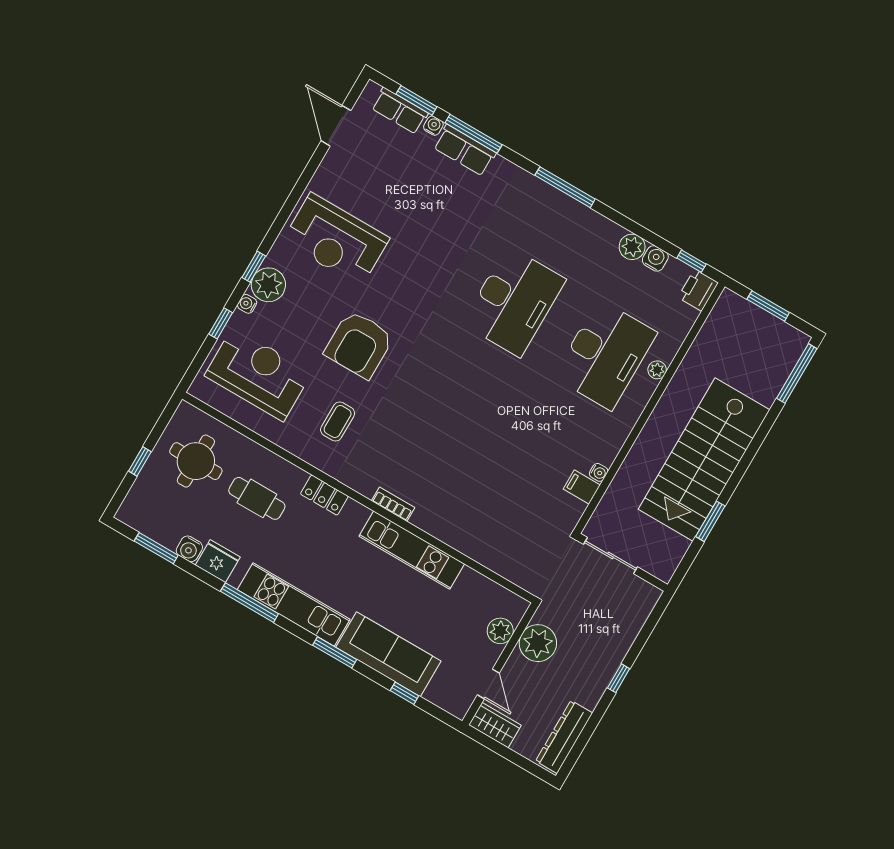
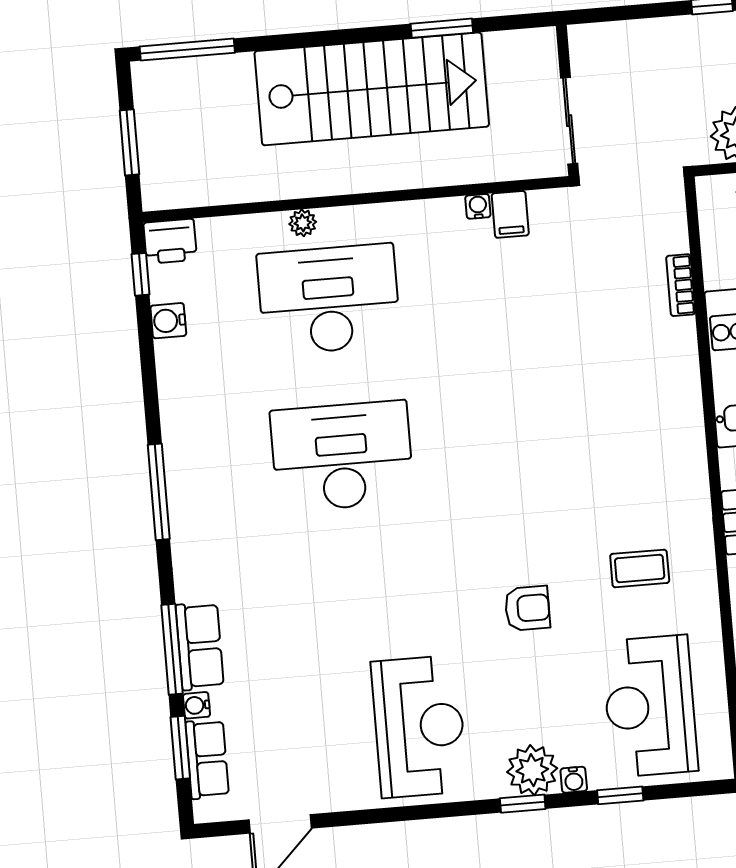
plant: (632, 247) -> (174, 359), removed
armchair: (359, 345) -> (527, 608), width x0.53, depth x0.53
bookcase: (393, 504) -> (681, 285), moved

